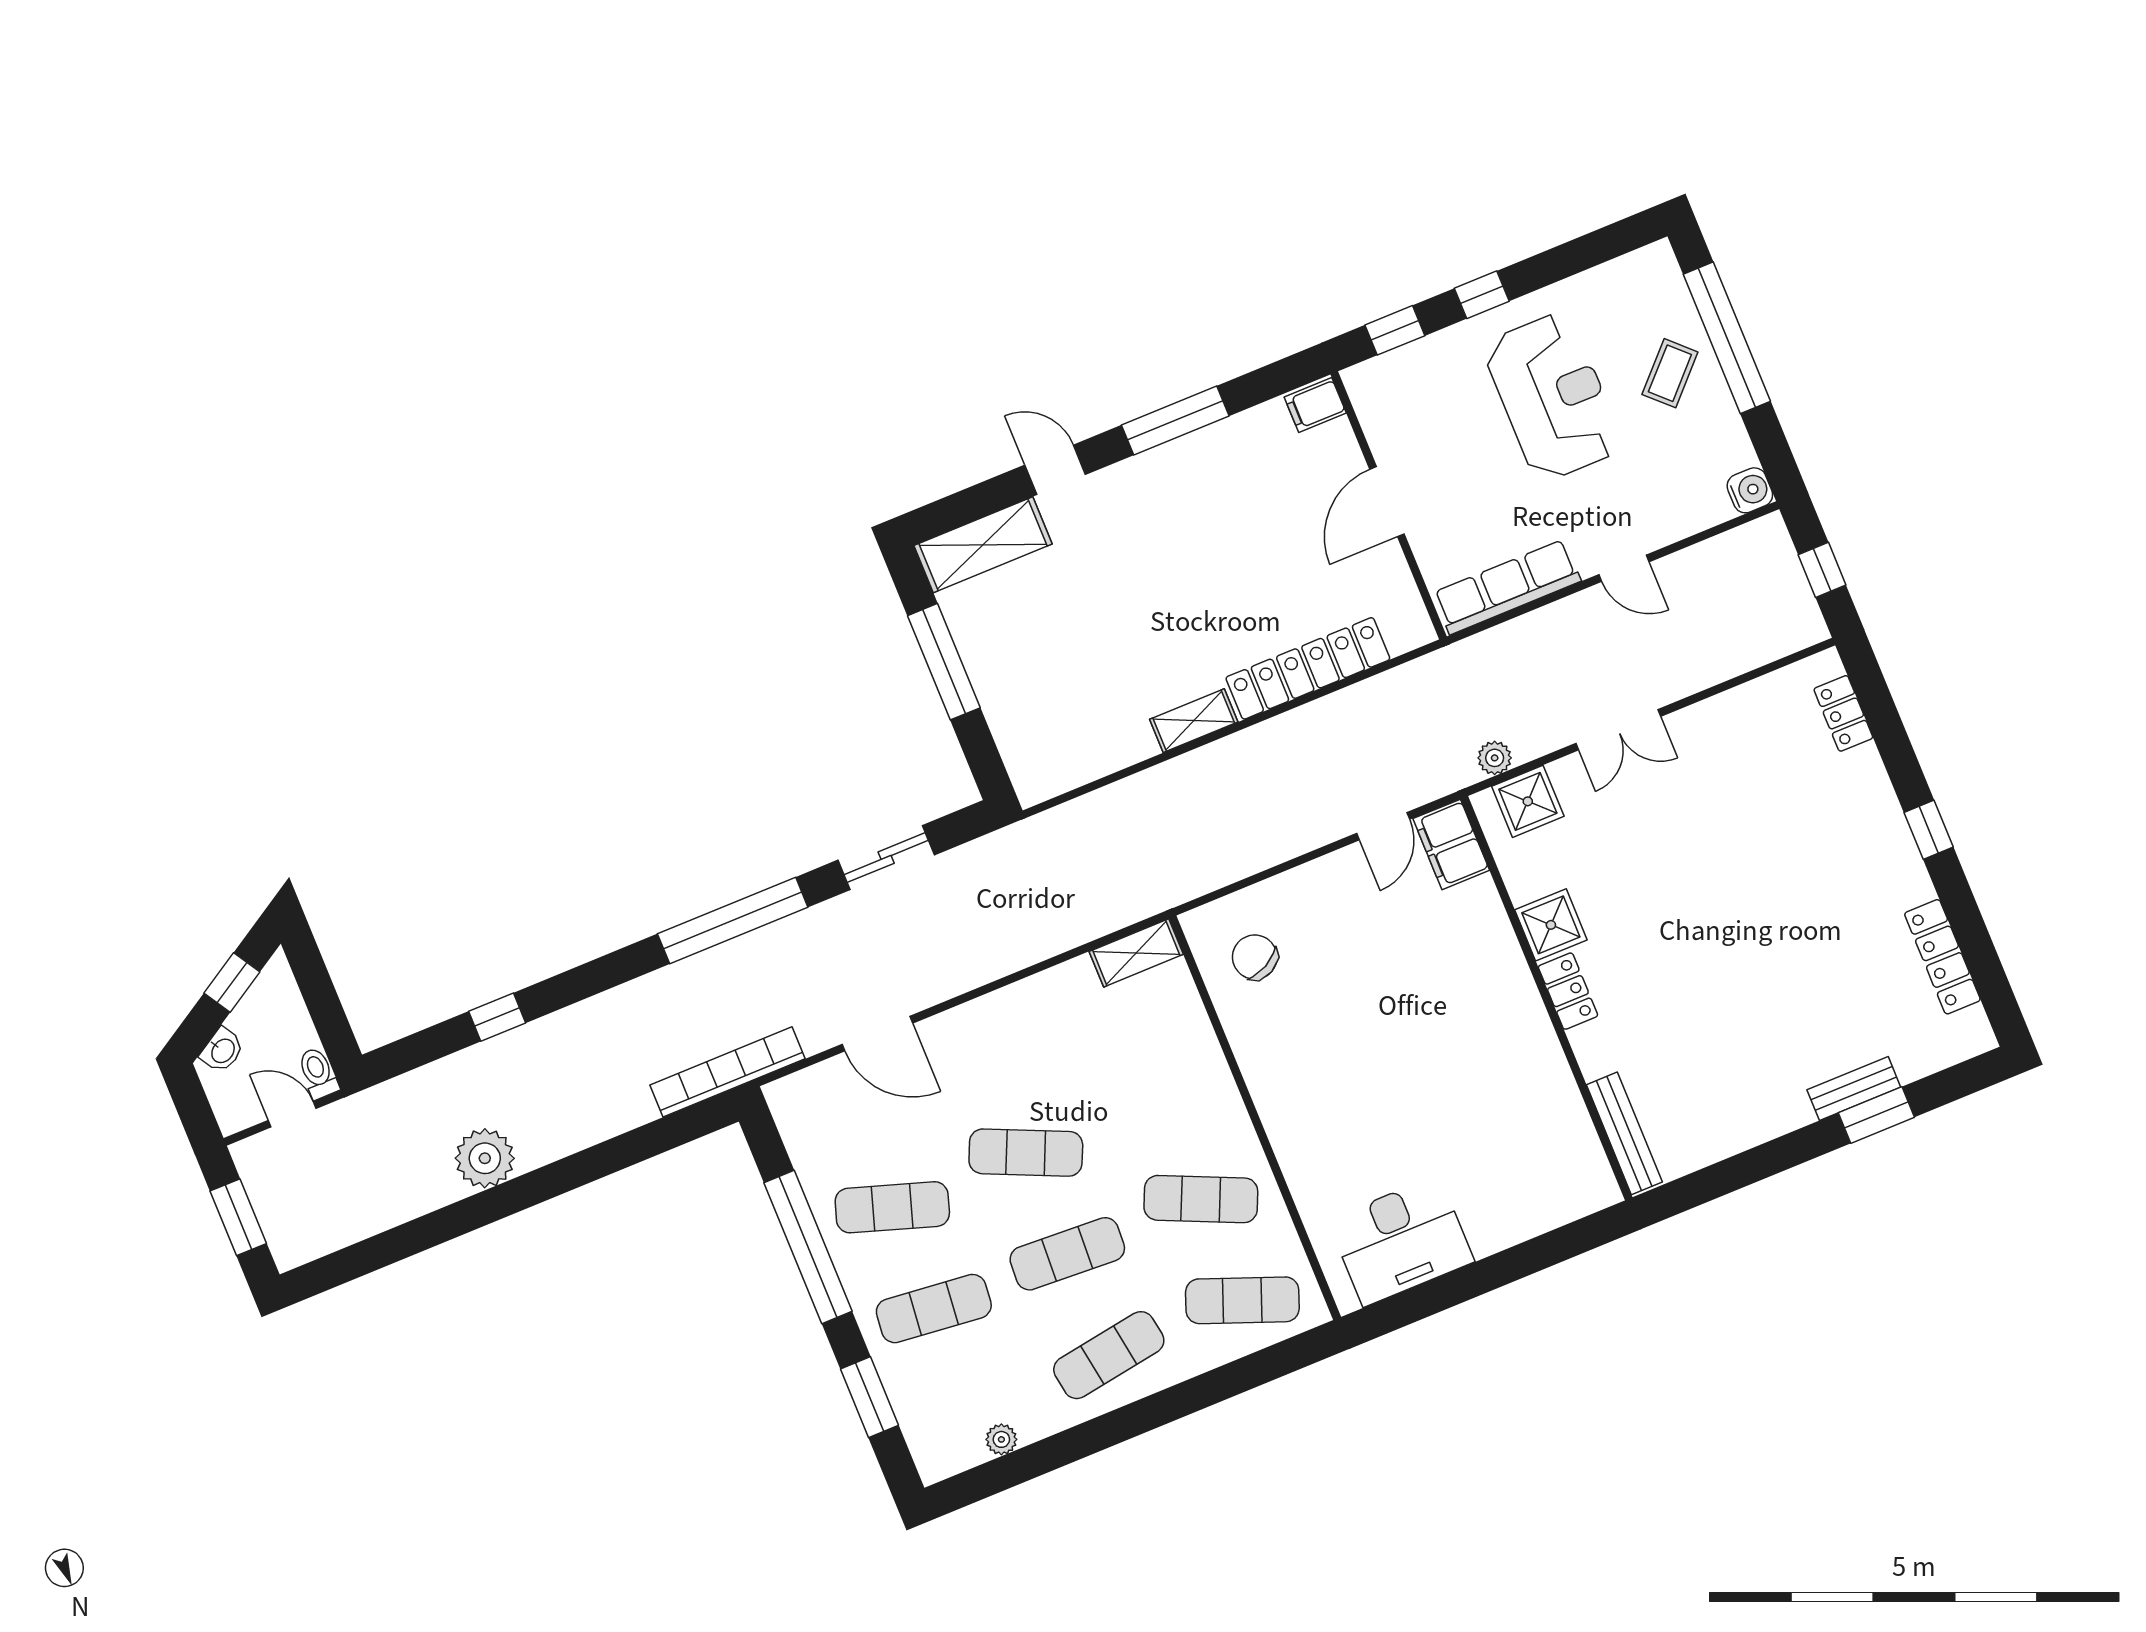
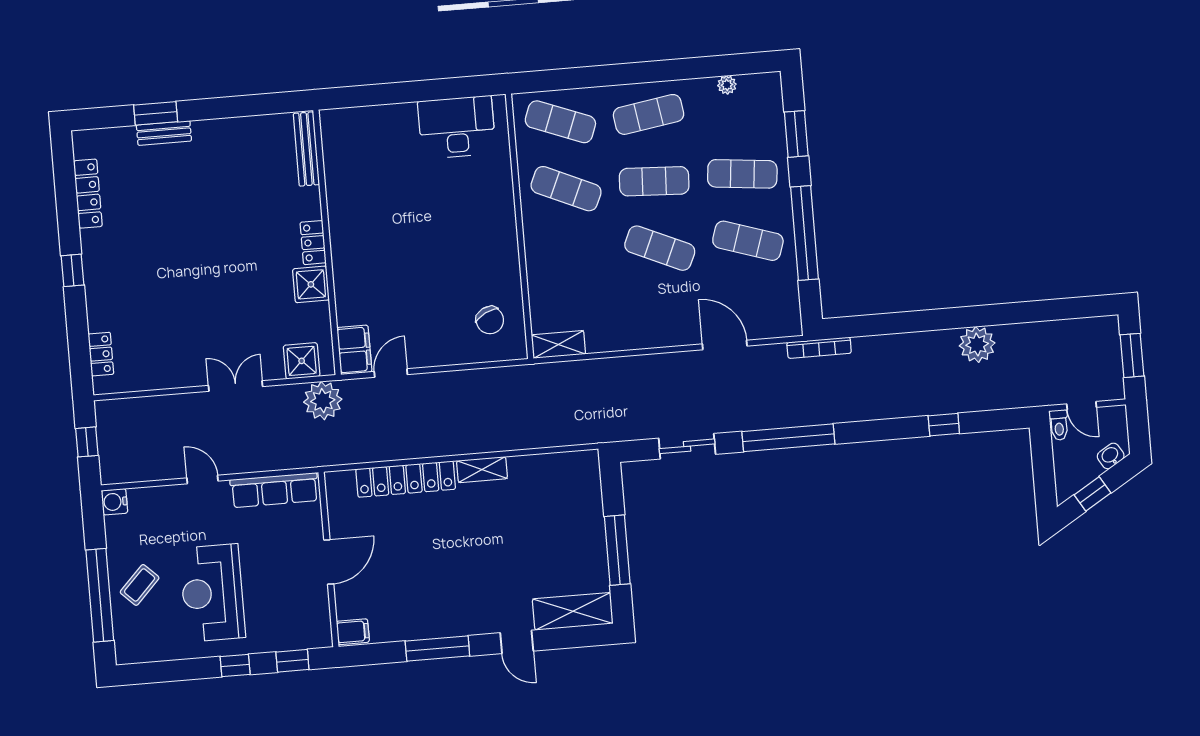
plant: (1495, 758) -> (323, 401), width x1.87, depth x1.87
bookcase: (728, 1072) -> (819, 348), width x0.68, depth x0.76

